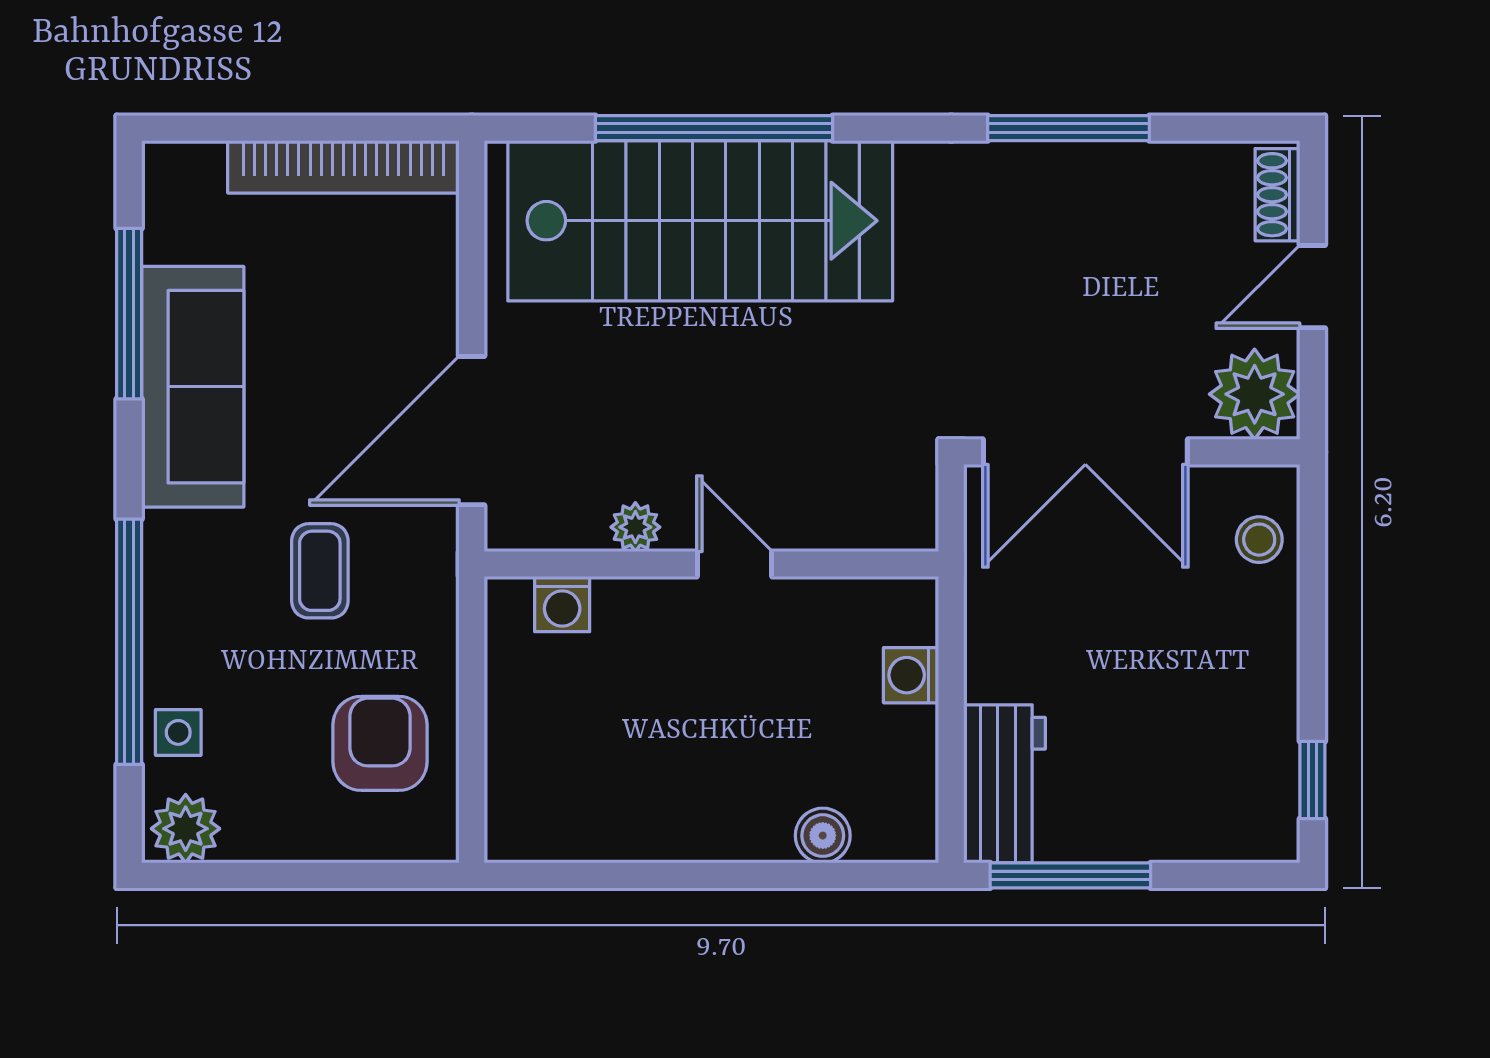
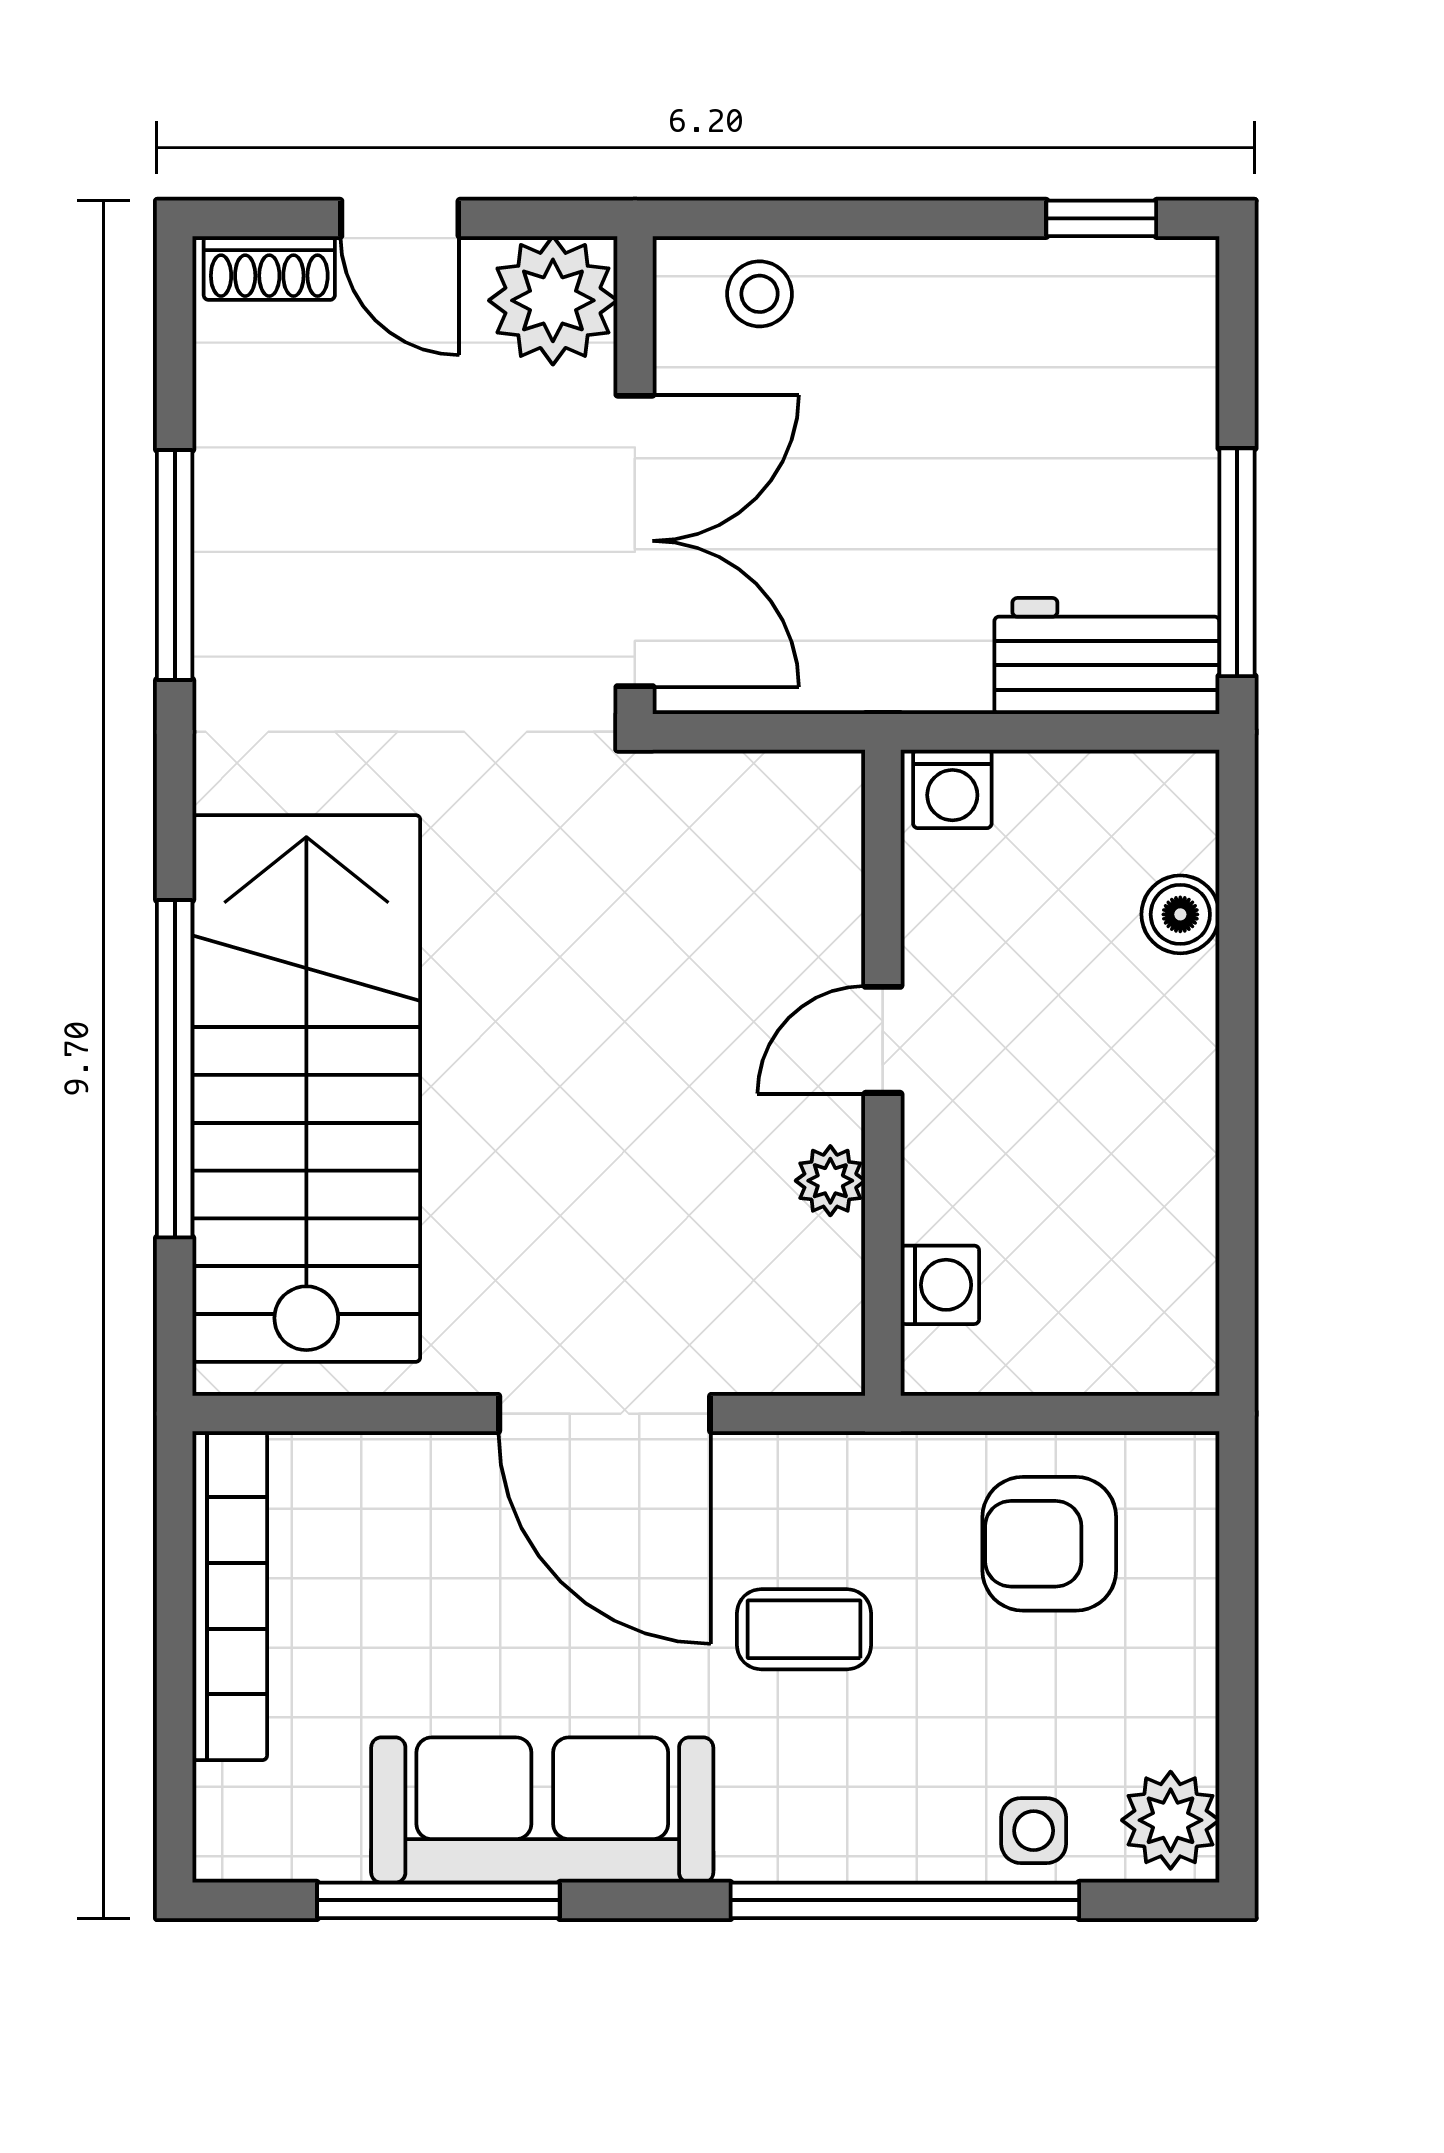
plant: (635, 527) -> (830, 1181), moved
wall: (711, 564) -> (883, 1073), moved
door: (734, 564) -> (883, 1040), moved
washing machine: (562, 604) -> (940, 1285), moved

